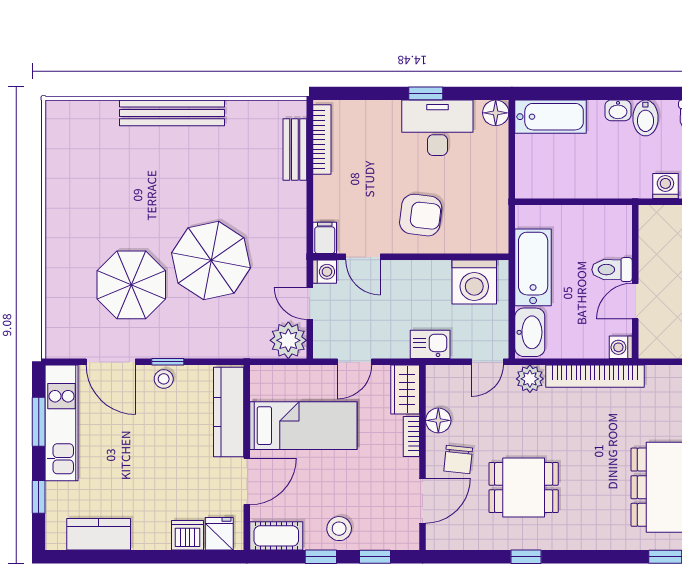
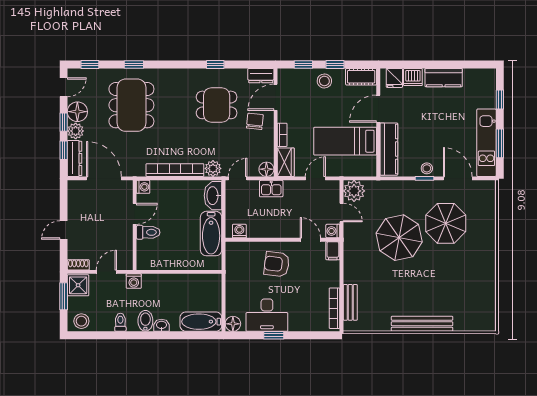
toilet: (612, 270) -> (148, 232), moved
washing machine: (474, 282) -> (239, 231), width x0.53, depth x0.53
wall: (635, 282) -> (135, 225), moved
door: (635, 301) -> (135, 214), moved
washing machine: (621, 347) -> (143, 187), moved
floor lamp: (438, 420) -> (266, 169), moved
kitchen counter: (99, 534) -> (444, 78), moved
dresser: (448, 538) -> (261, 76), added

